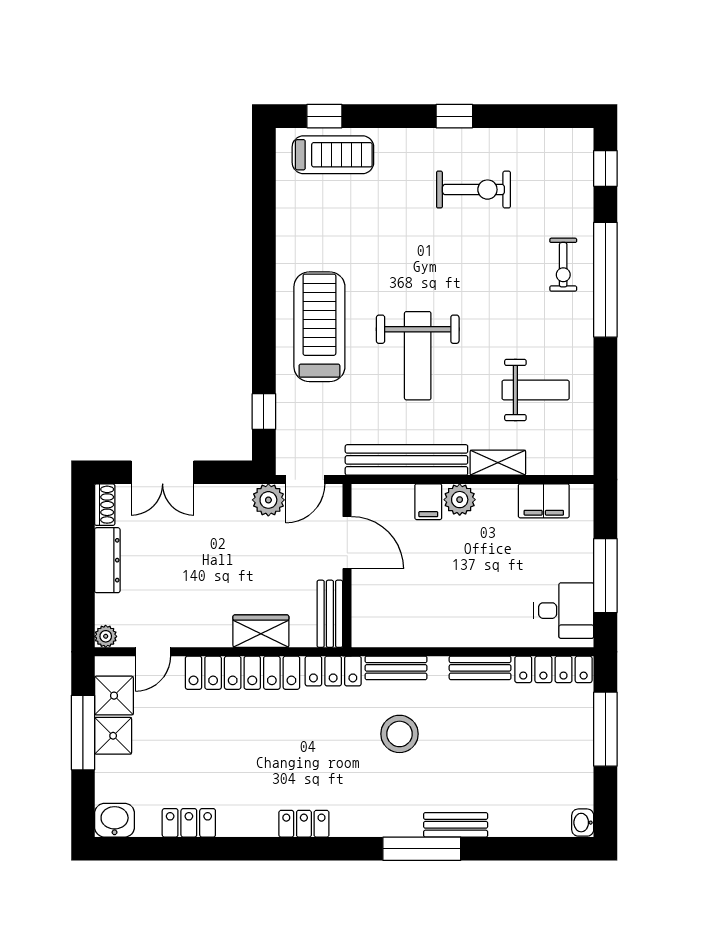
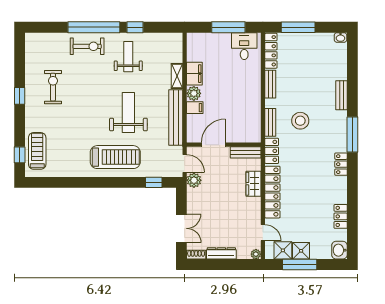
window: (605, 168) -> (135, 27), moved
exercise bike: (563, 265) -> (87, 46), width x1.38, depth x1.39
treadmill: (319, 327) -> (115, 157), turned 180
weight bench: (418, 356) -> (128, 112), turned -90
weight bench: (536, 390) -> (128, 57), moved
filing cabinet: (544, 501) -> (194, 74), moved
window: (422, 849) -> (352, 134), moved

